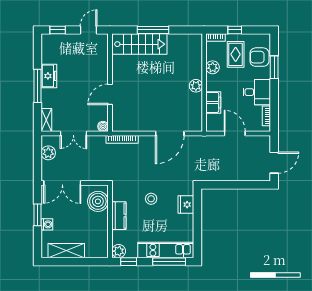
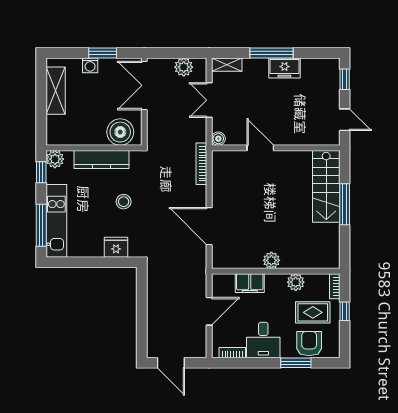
kitchen counter: (119, 216) -> (102, 159), width x1.50

